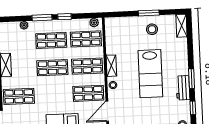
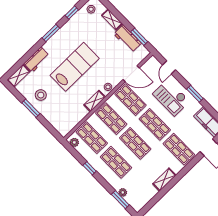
window: (42, 18) -> (120, 200), moved
workbench: (183, 88) -> (37, 60), moved
shop shelf: (54, 95) -> (155, 124), added

